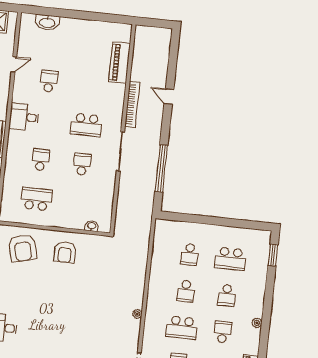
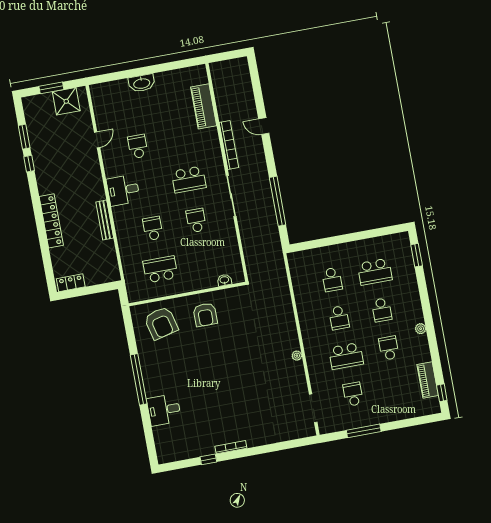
washbasin: (47, 22) -> (142, 83), moved

